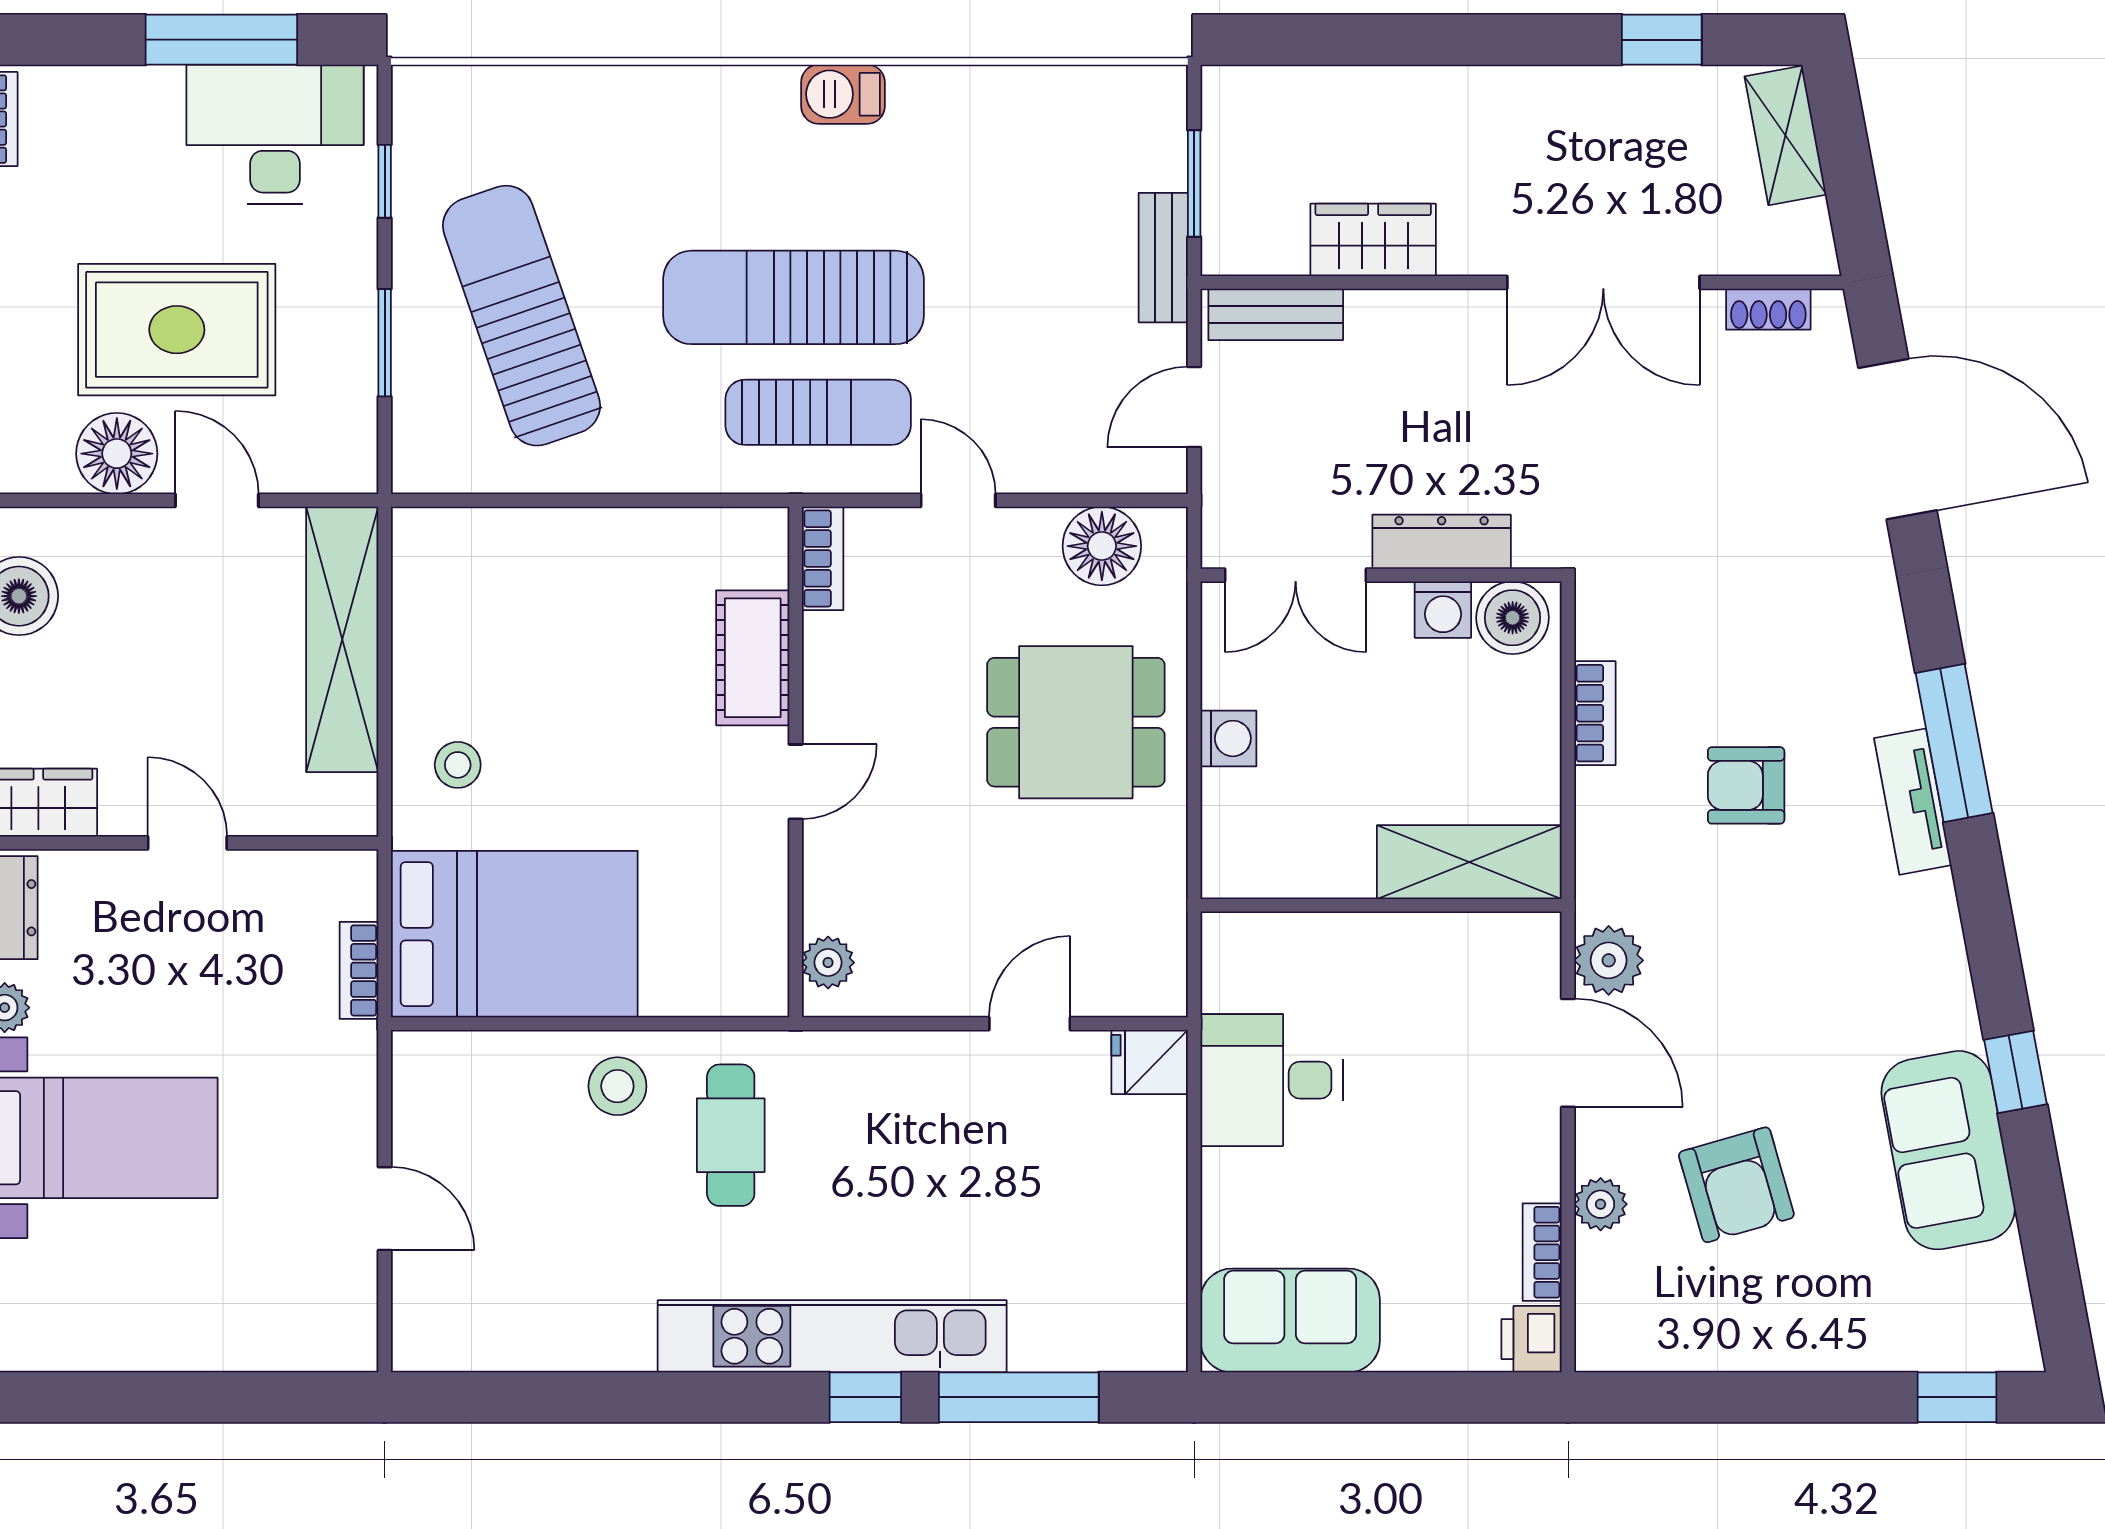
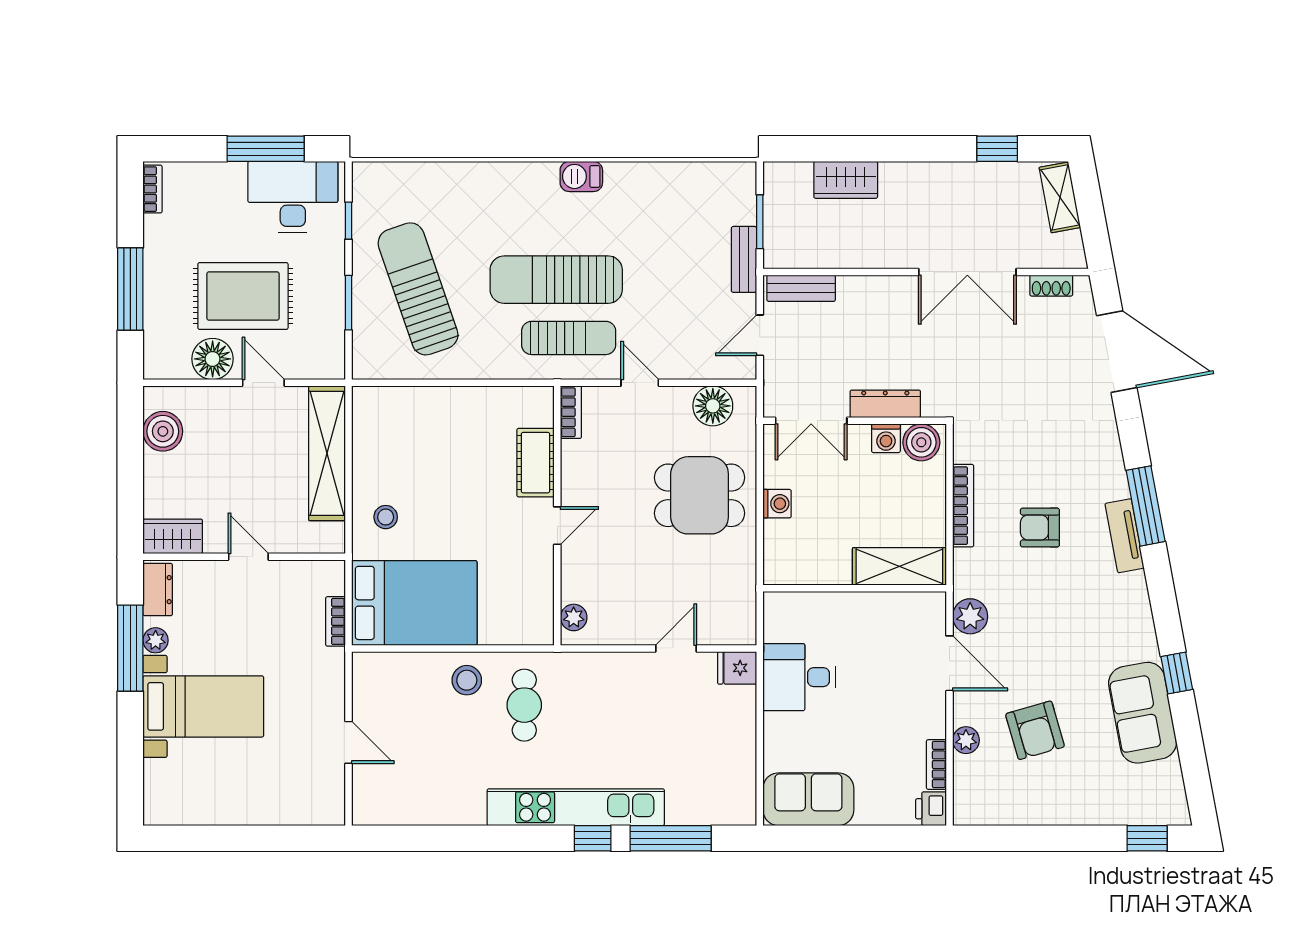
wardrobe: (1373, 240) -> (846, 180), moved, turned 180
bookcase: (1595, 713) -> (963, 506), width x1.56

